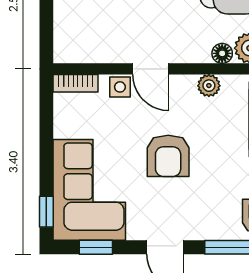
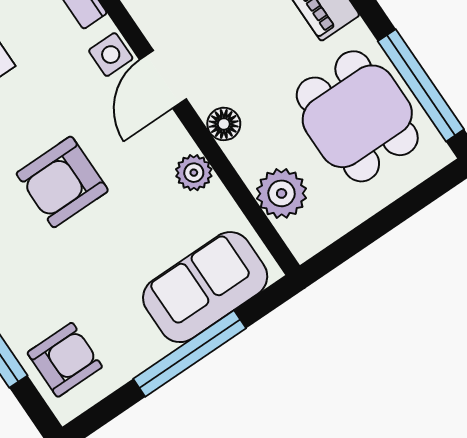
floor lamp: (222, 53) -> (224, 124), moved

